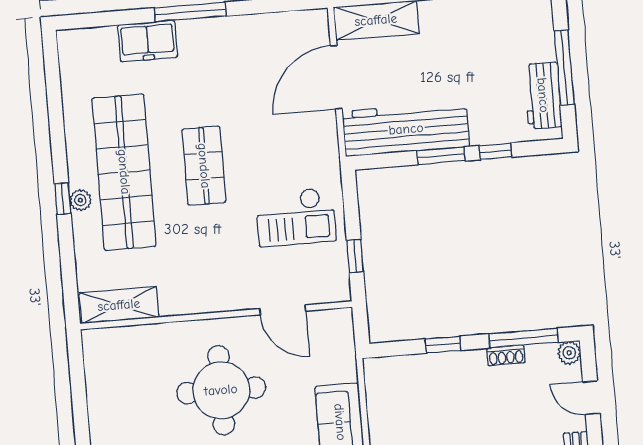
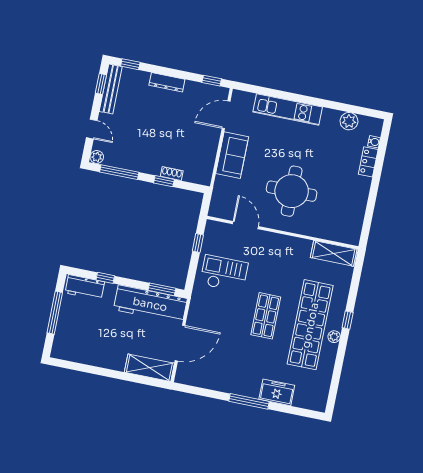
workbench: (543, 95) -> (85, 287), moved, turned 90
window: (441, 156) -> (162, 289), moved
plant: (80, 200) -> (334, 337), moved
shoe rack: (506, 355) -> (172, 174), moved

